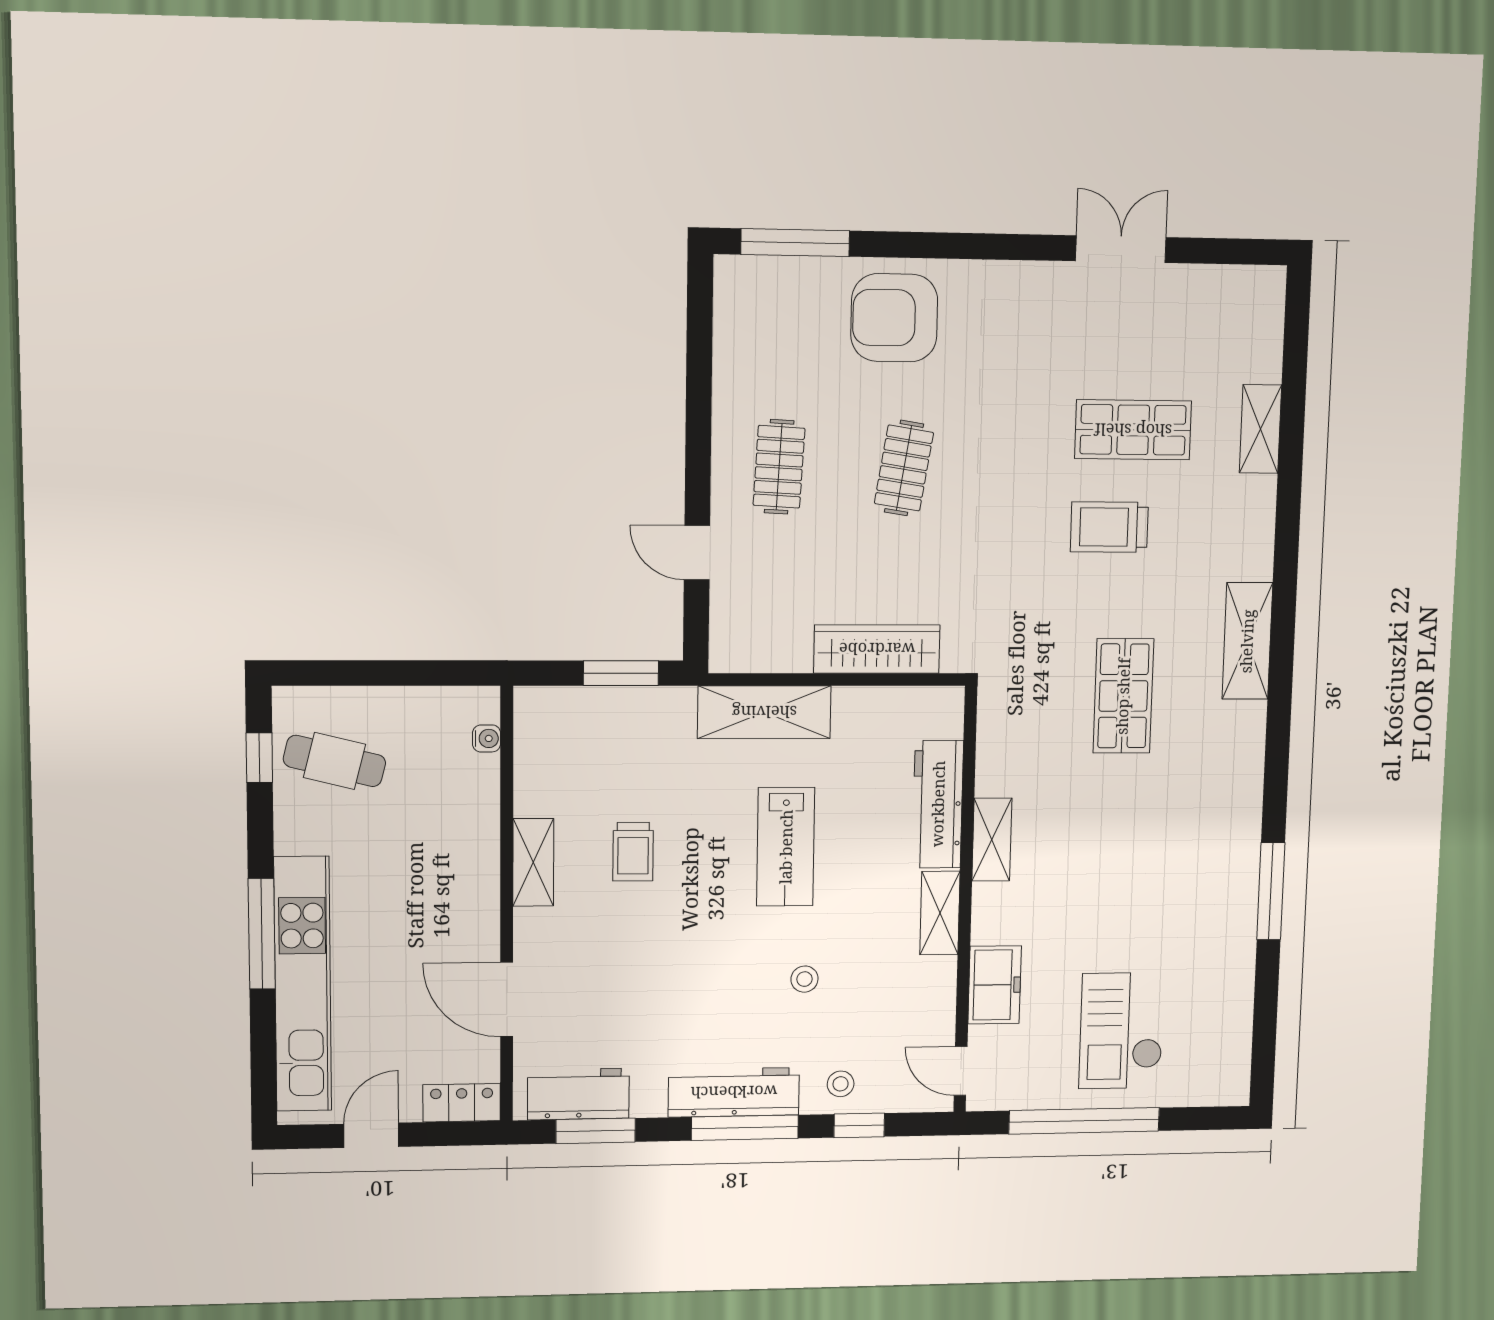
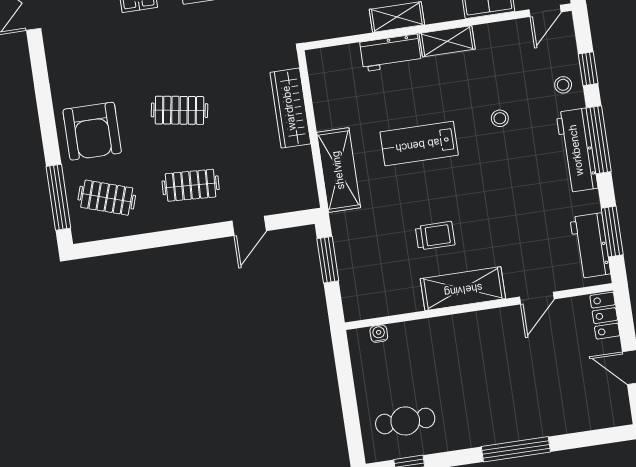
clothes rail: (781, 324) -> (107, 198), added
cafe table: (334, 761) -> (405, 421), turned 76
workbench: (938, 804) -> (391, 53), width x0.73
lab bench: (786, 847) -> (419, 144), turned 180
shelving: (533, 862) -> (463, 289), width x1.50, depth x1.33
kitchen unit: (303, 984) -> (544, 421), removed
door: (507, 1000) -> (537, 298), width x0.73

